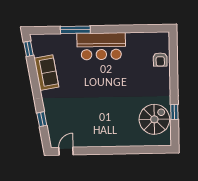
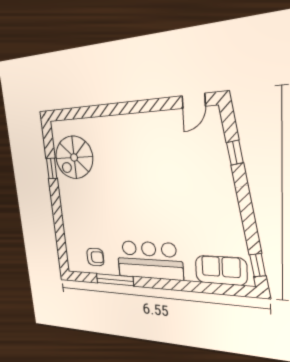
window: (75, 30) -> (115, 280), moved
armchair: (160, 59) -> (95, 257), moved, turned 90
sofa: (46, 73) -> (221, 270), moved, turned 100

